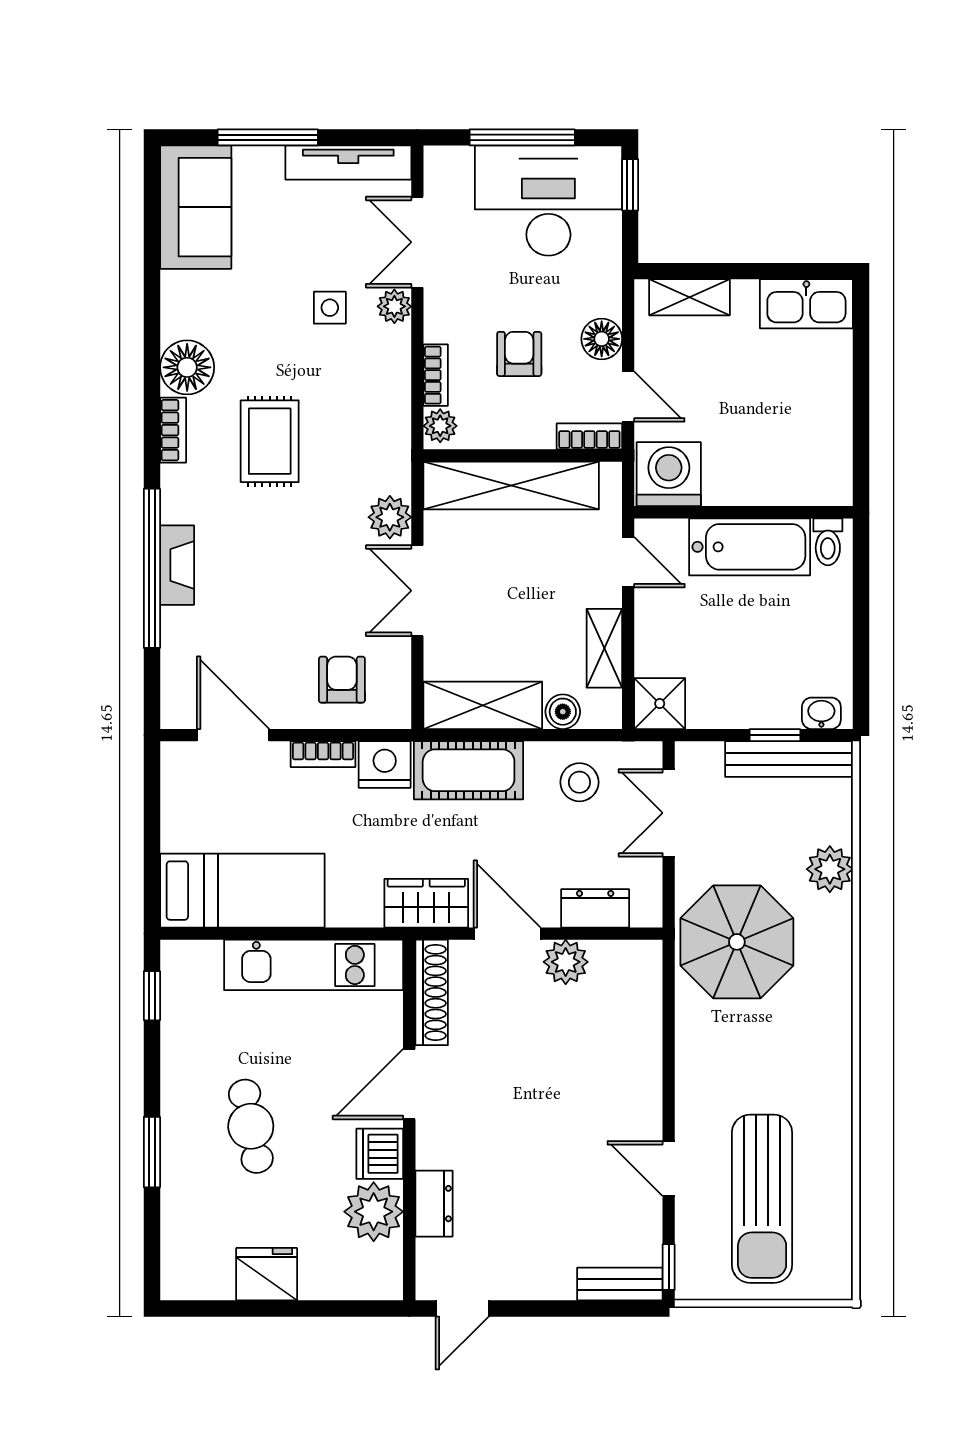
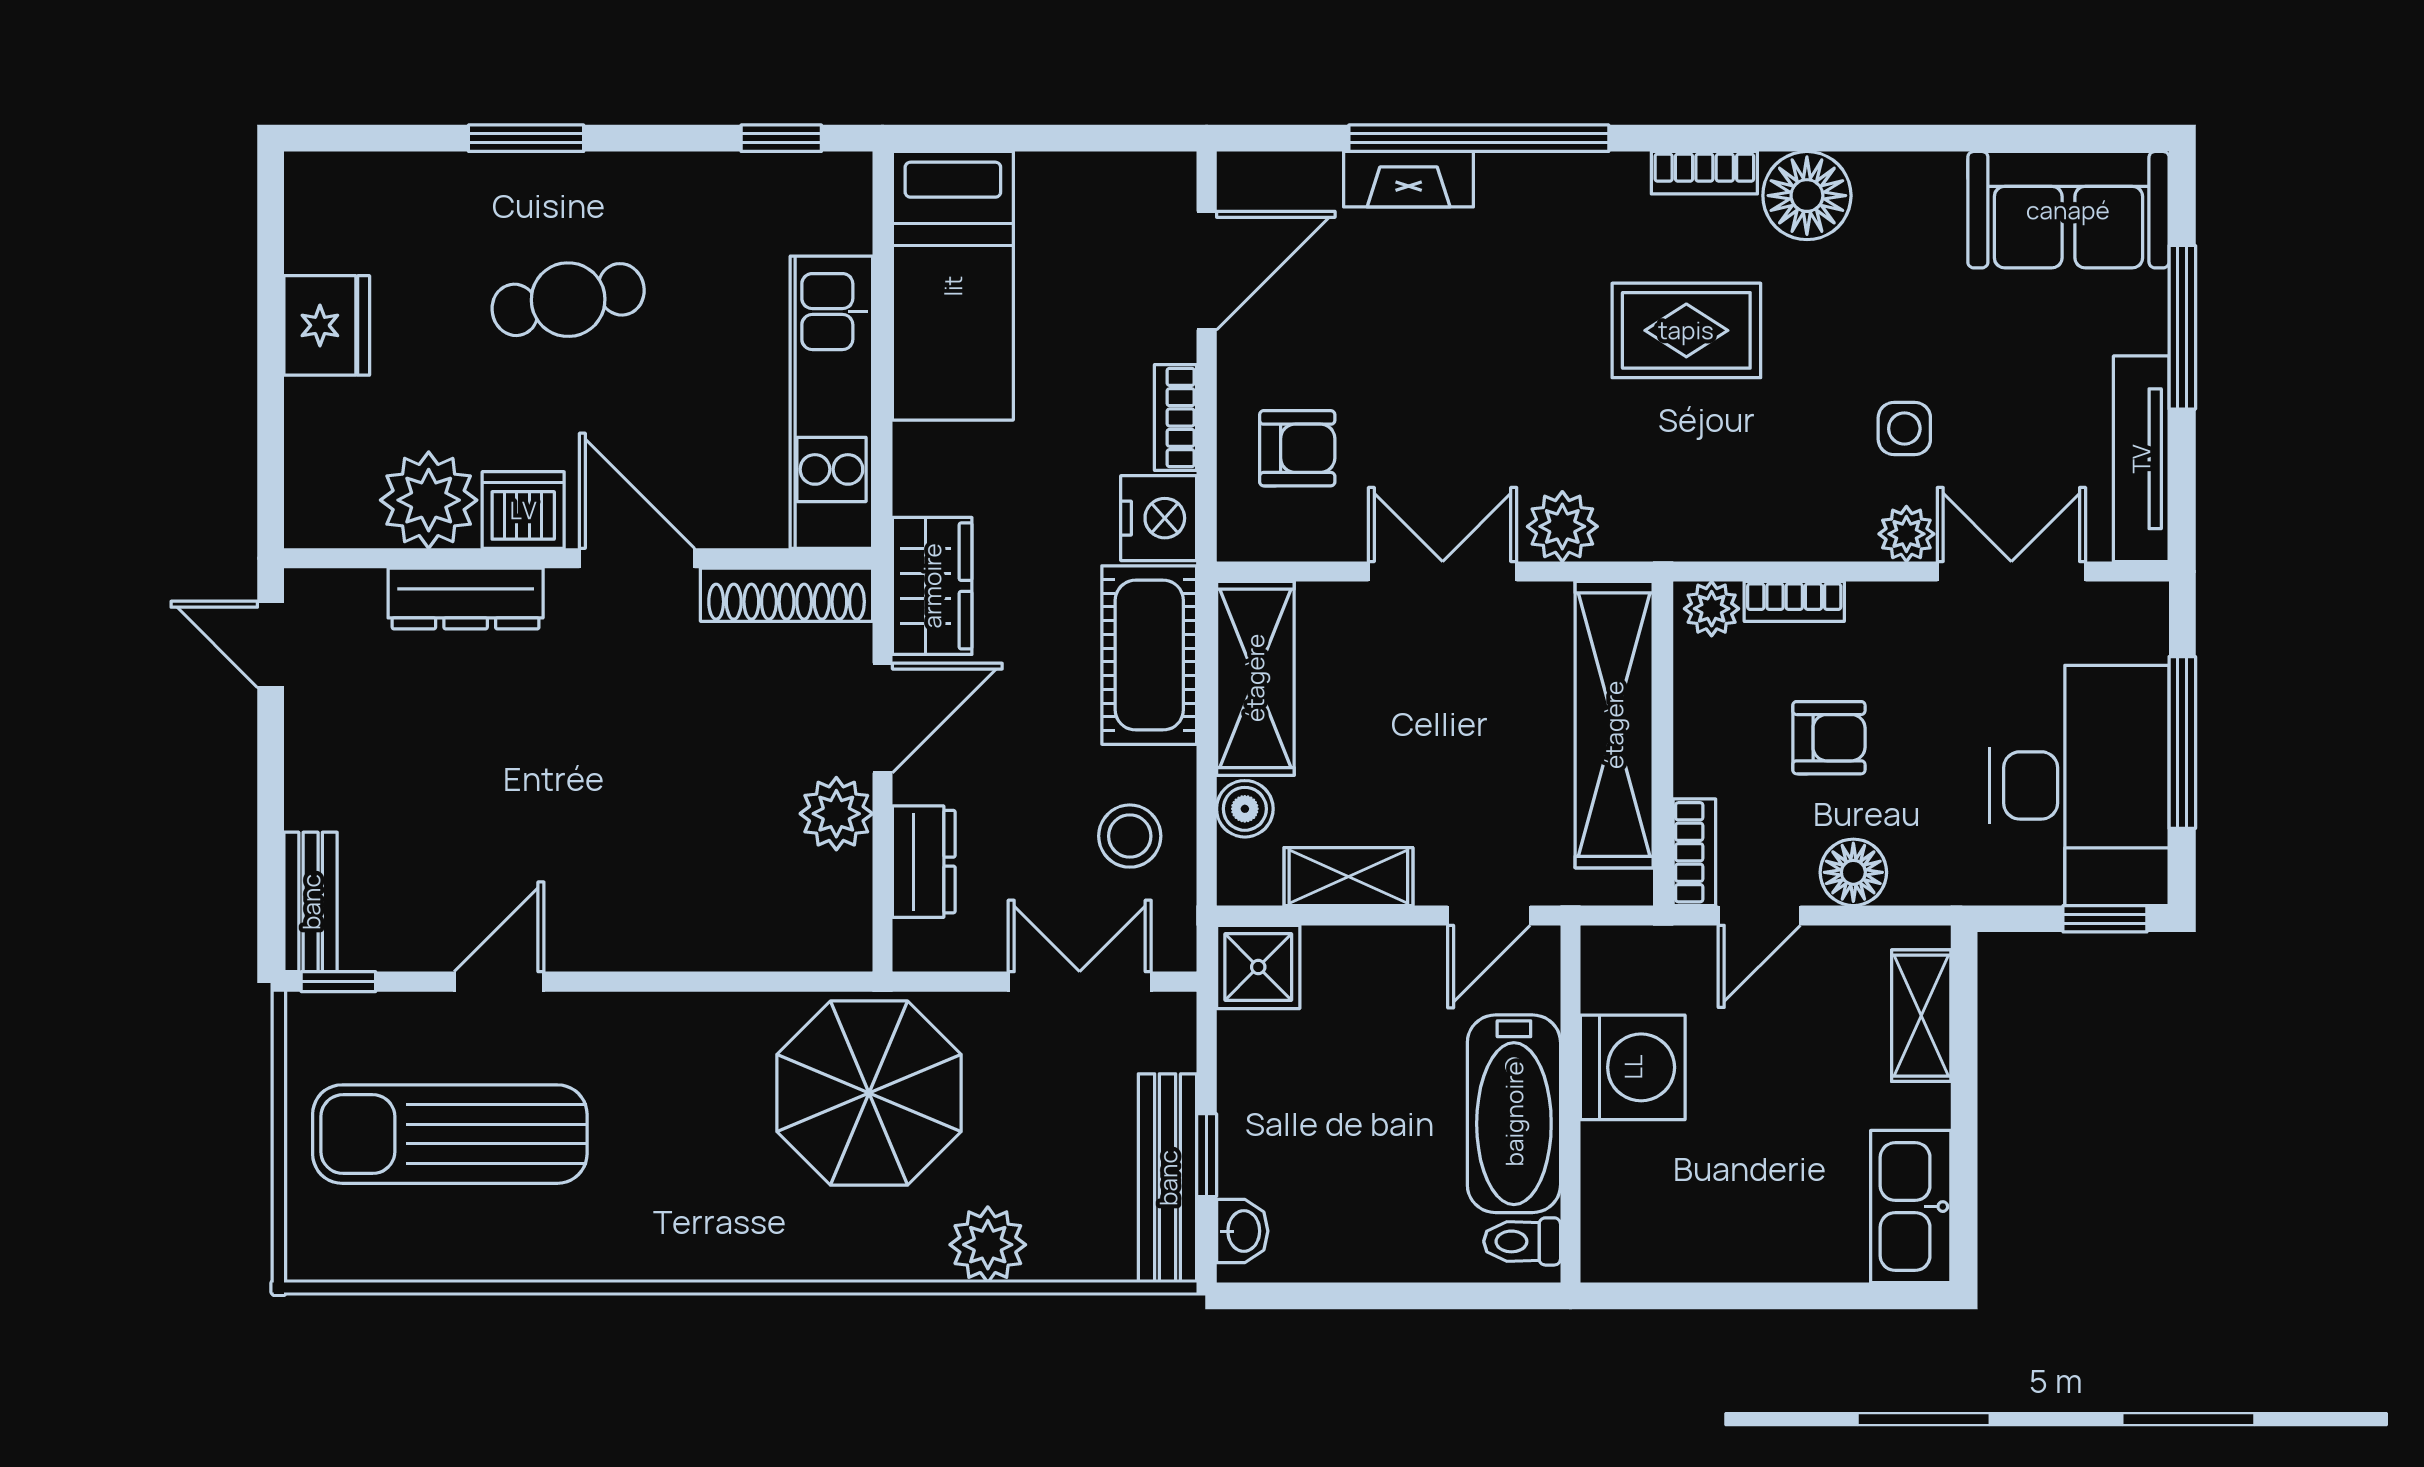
washing machine: (669, 474) -> (1633, 1067), moved
fireplace: (177, 565) -> (1409, 179), moved
dresser: (434, 1204) -> (466, 599), width x1.44

